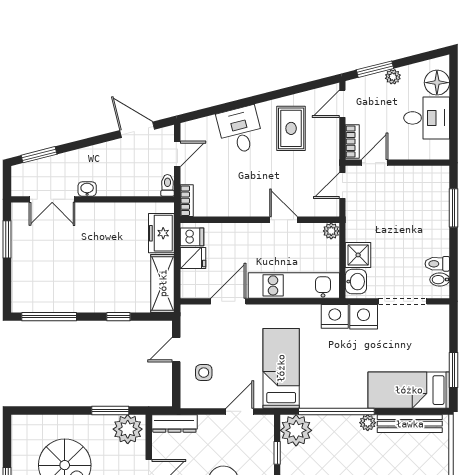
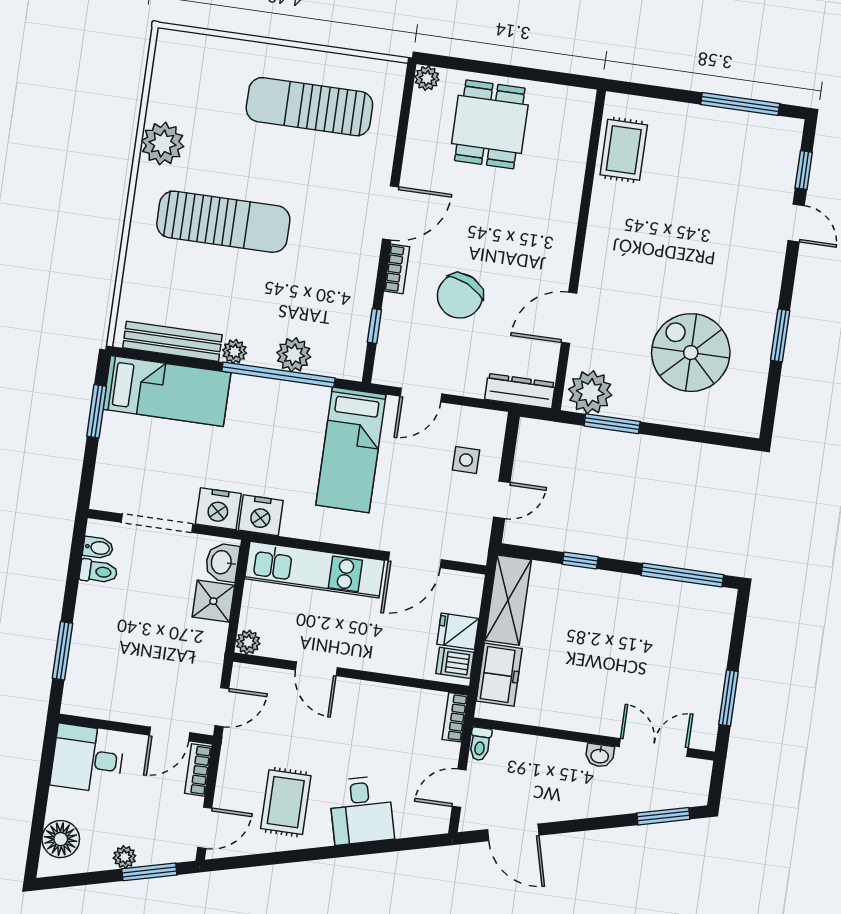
desk: (427, 118) -> (88, 759), moved
plant: (296, 430) -> (294, 355), moved, width x0.73, depth x0.73

